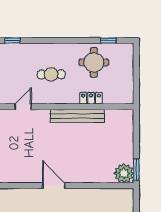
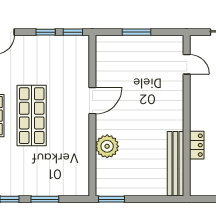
bench: (77, 116) -> (175, 164), moved
plant: (124, 173) -> (107, 146), moved

